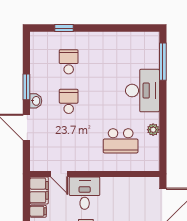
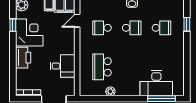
desk: (142, 91) -> (156, 83), moved
school desk: (69, 141) -> (102, 28), added
desk: (85, 193) -> (63, 66), moved

